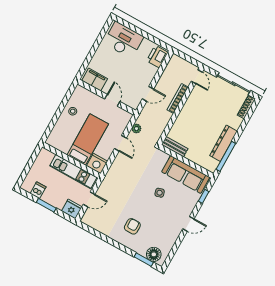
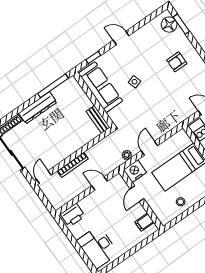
filing cabinet: (95, 80) -> (144, 222), width x0.50
dresser: (223, 143) -> (38, 108), moved
nightstand: (97, 164) -> (135, 171), moved, turned -90

